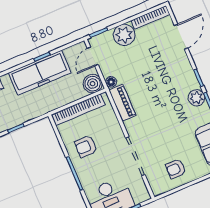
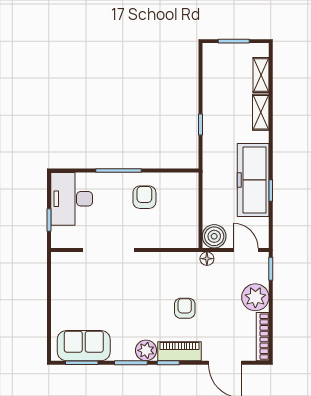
piano: (122, 103) -> (180, 351), moved, turned 180
bookcase: (78, 110) -> (191, 206), removed
armchair: (176, 169) -> (185, 308), moved

